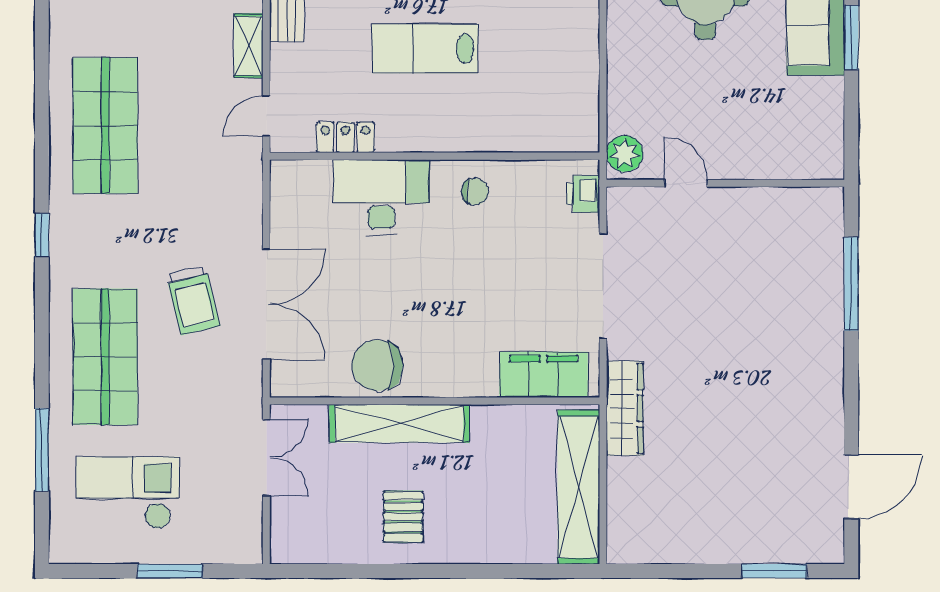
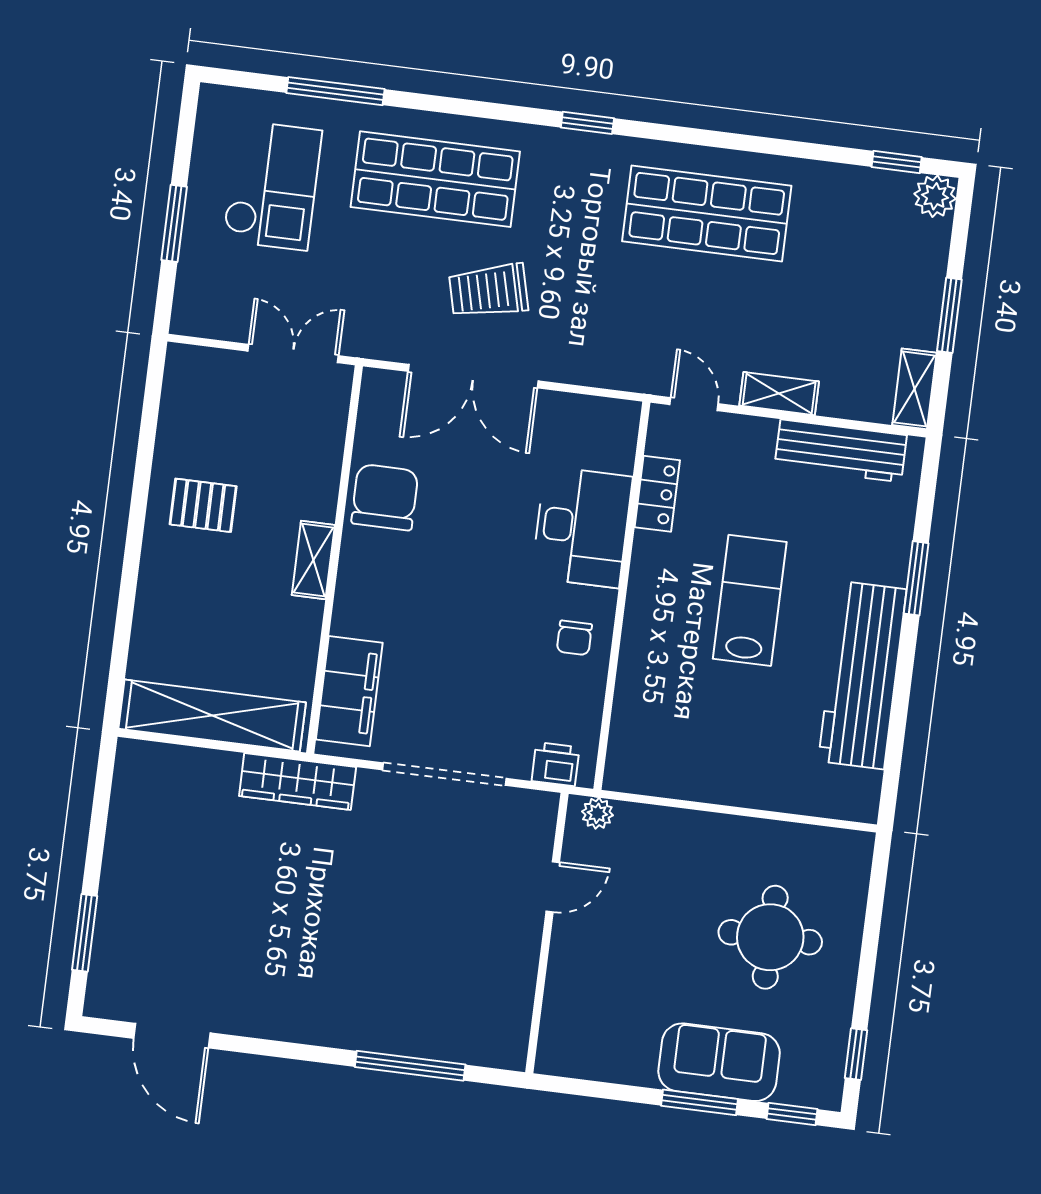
plant: (625, 154) -> (597, 813), width x0.73, depth x0.73
shelving: (399, 423) -> (313, 560), width x0.45, depth x0.75
double door: (266, 457) -> (293, 353), swing flipped

